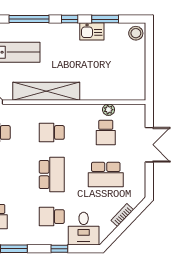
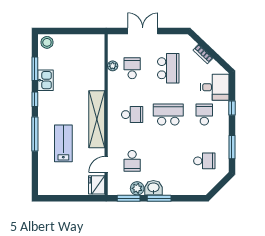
school desk: (52, 132) -> (132, 115), turned -90
school desk: (106, 132) -> (132, 68), turned -90
school desk: (52, 217) -> (204, 115), turned 180

